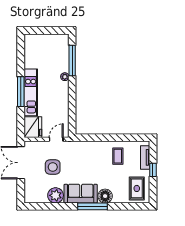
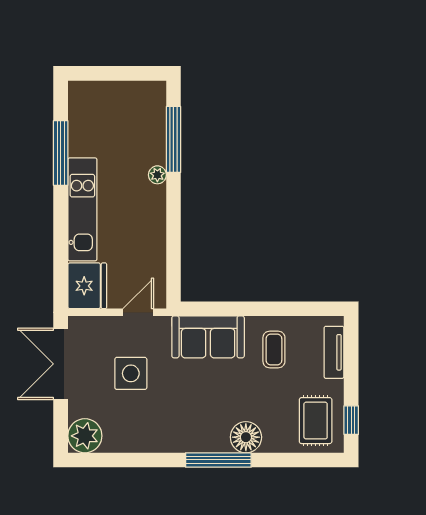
window: (21, 92) -> (61, 153), moved
window: (153, 170) -> (351, 420), moved
sofa: (81, 194) -> (208, 337), moved, turned 180
plant: (56, 195) -> (85, 436), moved

